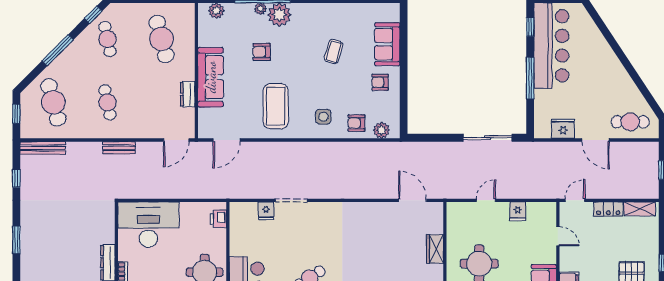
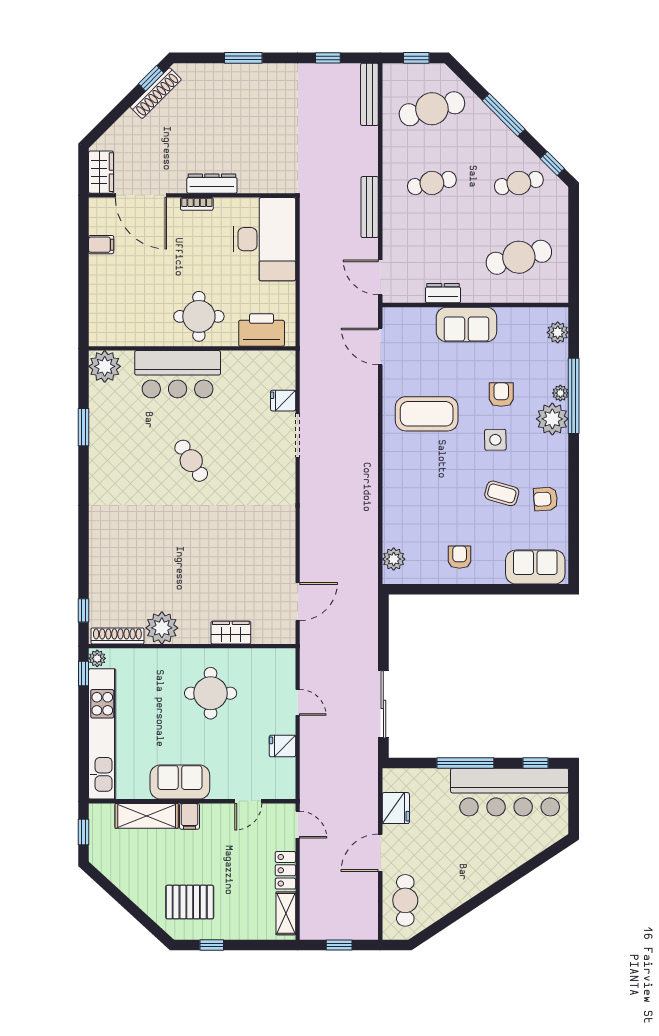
sofa: (387, 44) -> (535, 567), moved
sofa: (211, 77) -> (466, 324), width x0.73
side table: (323, 117) -> (495, 440), moved
armchair: (356, 123) -> (546, 499), moved, turned -94
bench: (119, 148) -> (370, 207), width x1.36
printer: (218, 219) -> (262, 330), width x1.87, depth x1.48

